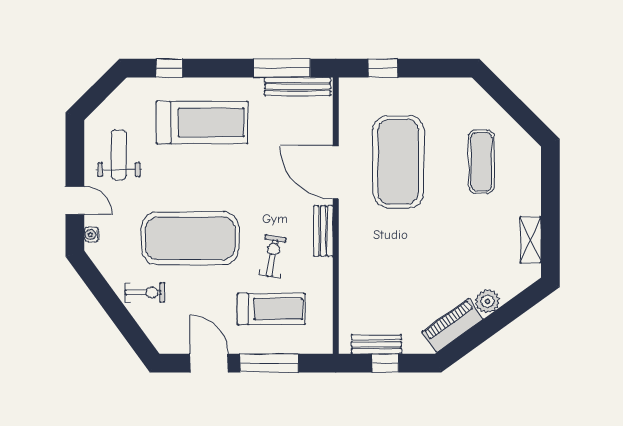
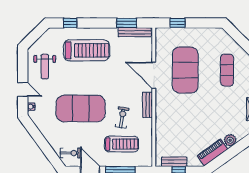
window: (282, 68) -> (127, 23), width x0.69
weight bench: (119, 155) -> (45, 66), turned 180
exercise bike: (145, 292) -> (70, 153), moved

